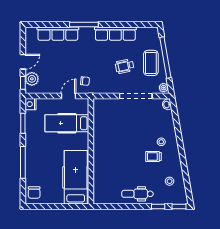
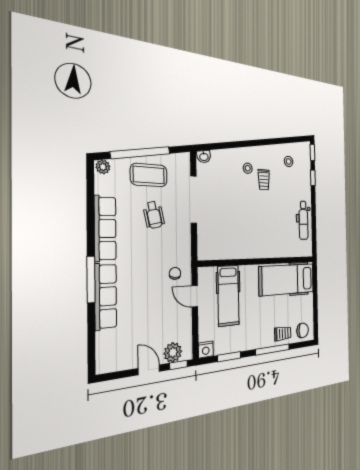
row of seats: (58, 34) -> (106, 296), moved
plant: (164, 88) -> (103, 167), moved
trolley: (34, 172) -> (283, 334), added
dental chair: (138, 194) -> (303, 220), moved

